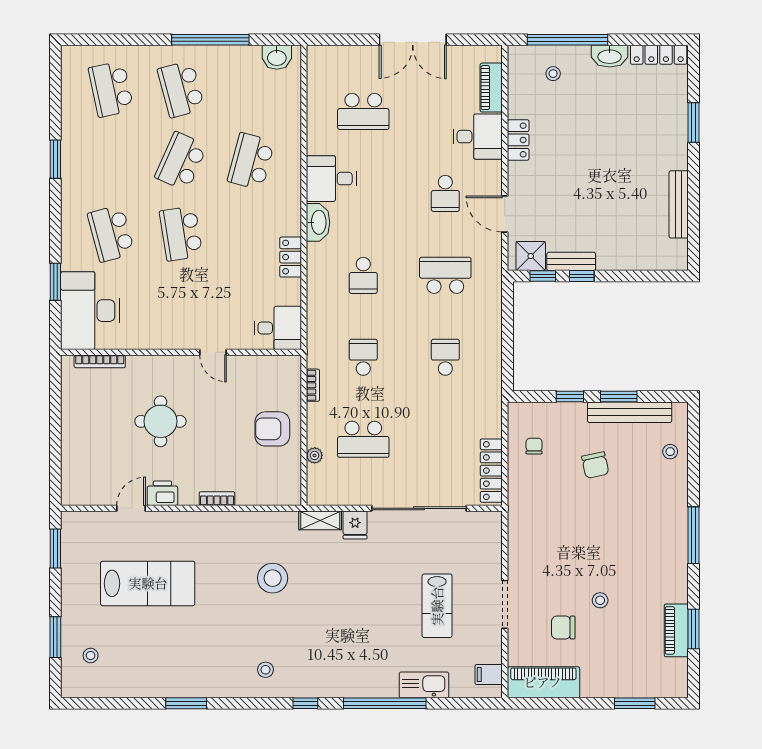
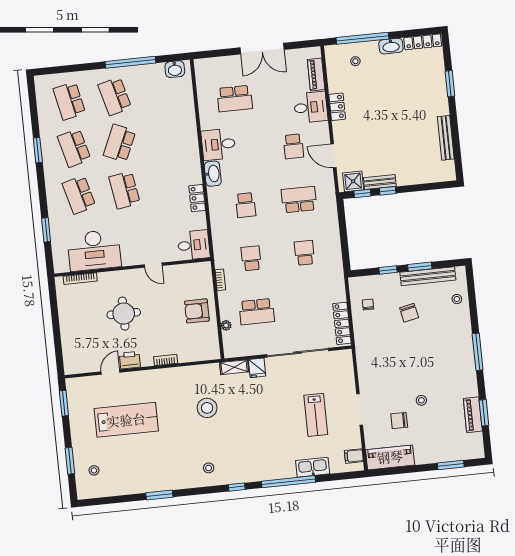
school desk: (251, 161) -> (74, 148), moved, turned -30
desk: (90, 311) -> (94, 250), moved, turned -90

